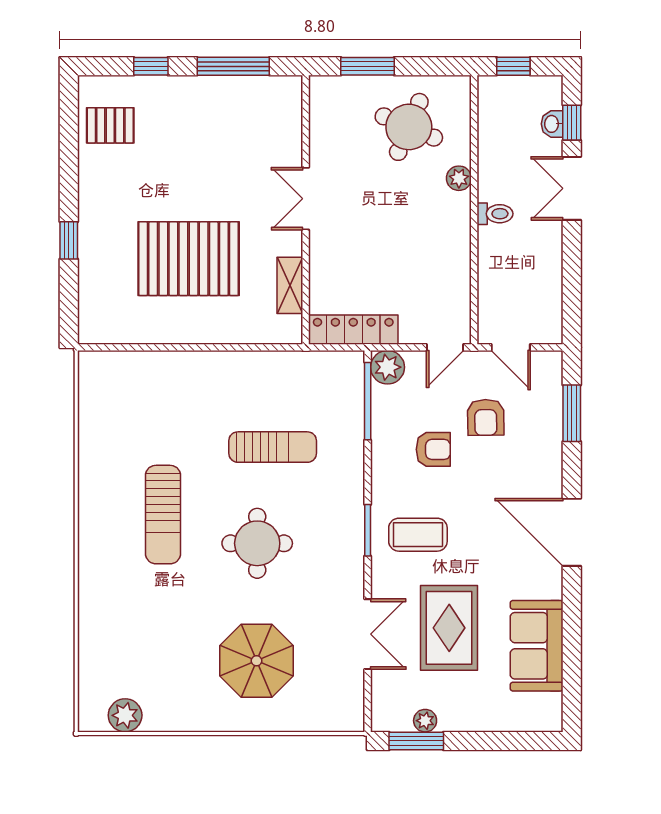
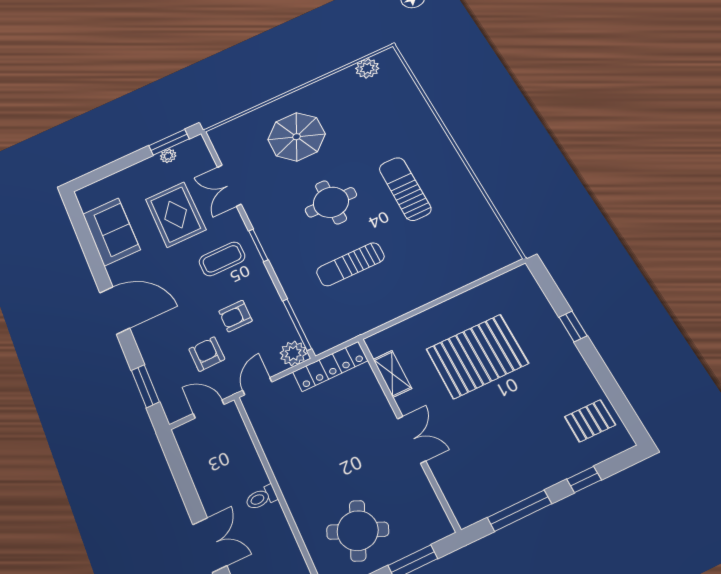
plant: (459, 178) -> (301, 511), removed

